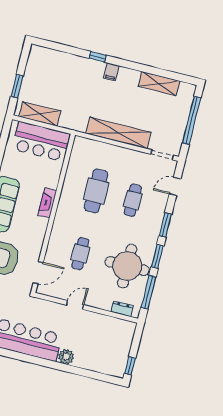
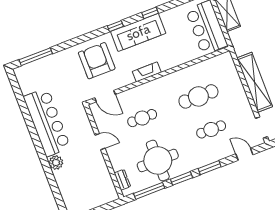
fireplace: (47, 203) -> (147, 72), moved

